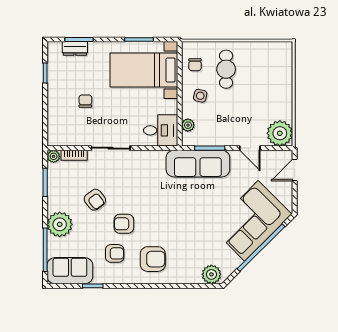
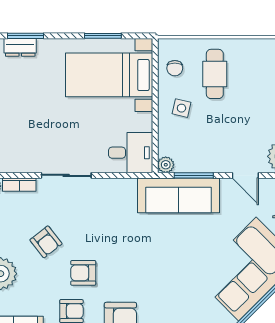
chair: (85, 101) -> (34, 115), removed
plant: (188, 125) -> (166, 165), moved

